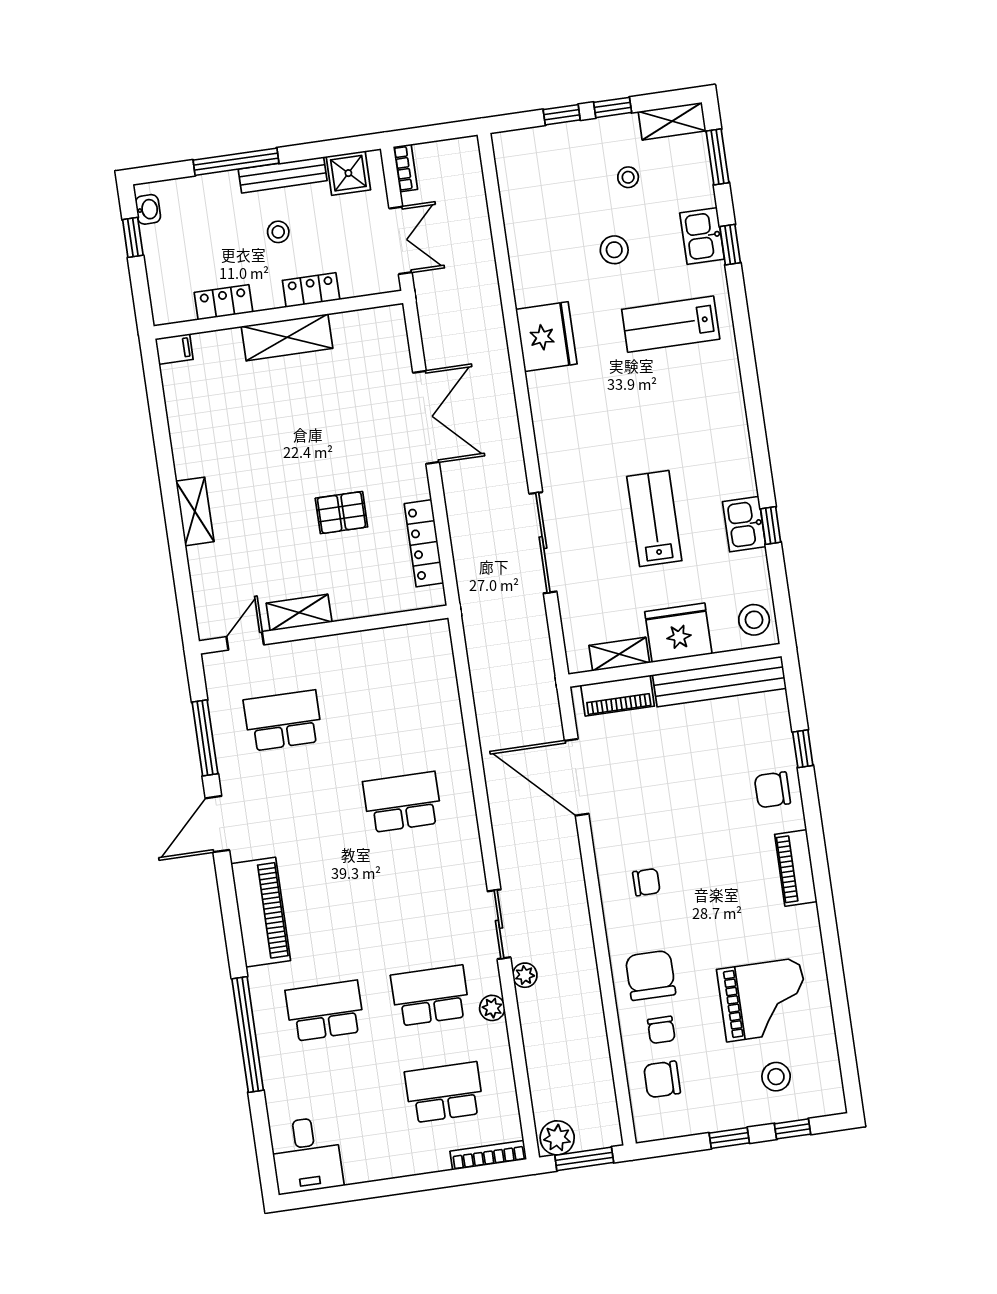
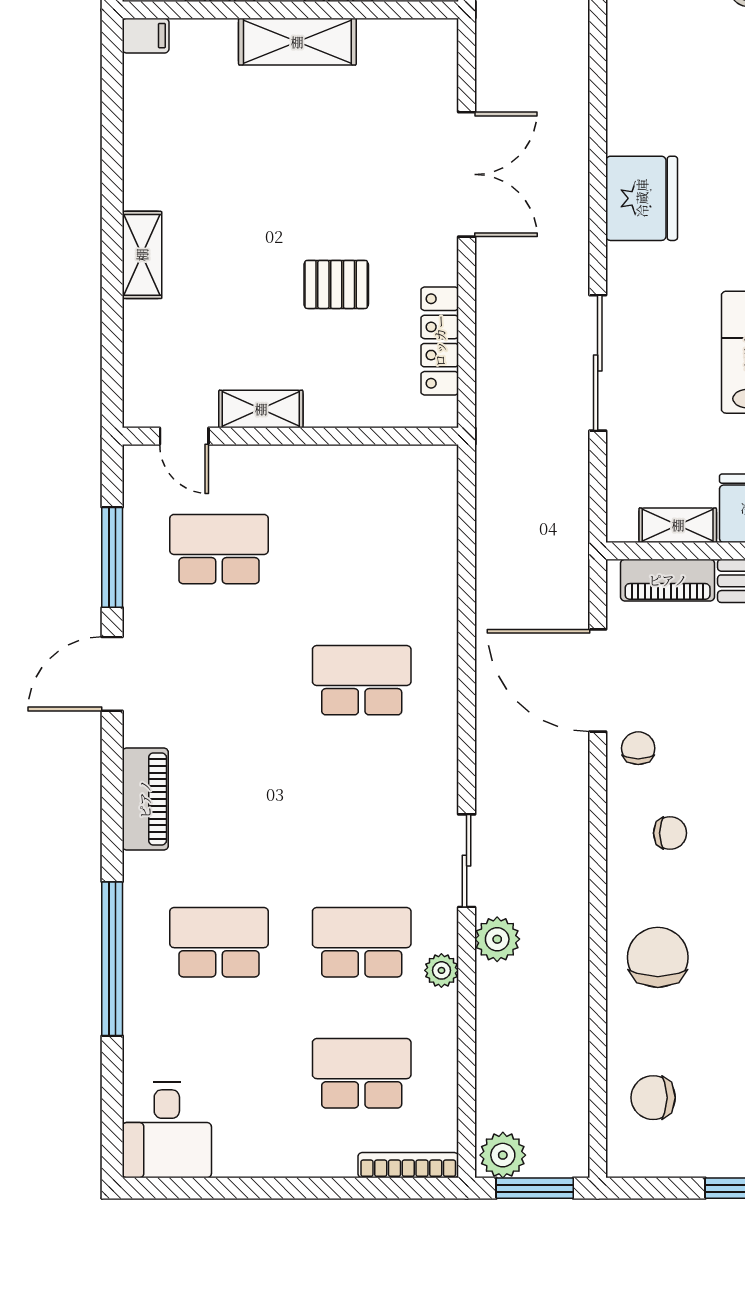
fridge: (546, 337) -> (642, 198), moved
door: (245, 641) -> (184, 436), swing flipped
piano: (261, 912) -> (145, 799), width x0.73, depth x0.75
plant: (525, 975) -> (497, 939), width x1.38, depth x1.38
chair: (661, 1030) -> (638, 748), moved, turned 180

